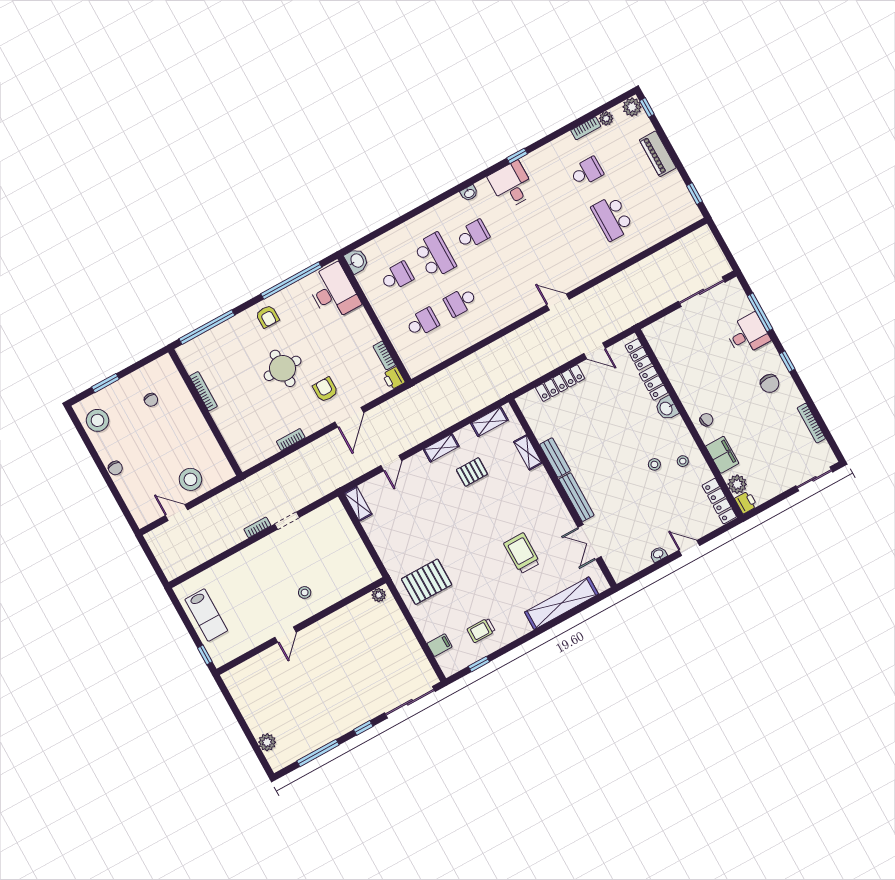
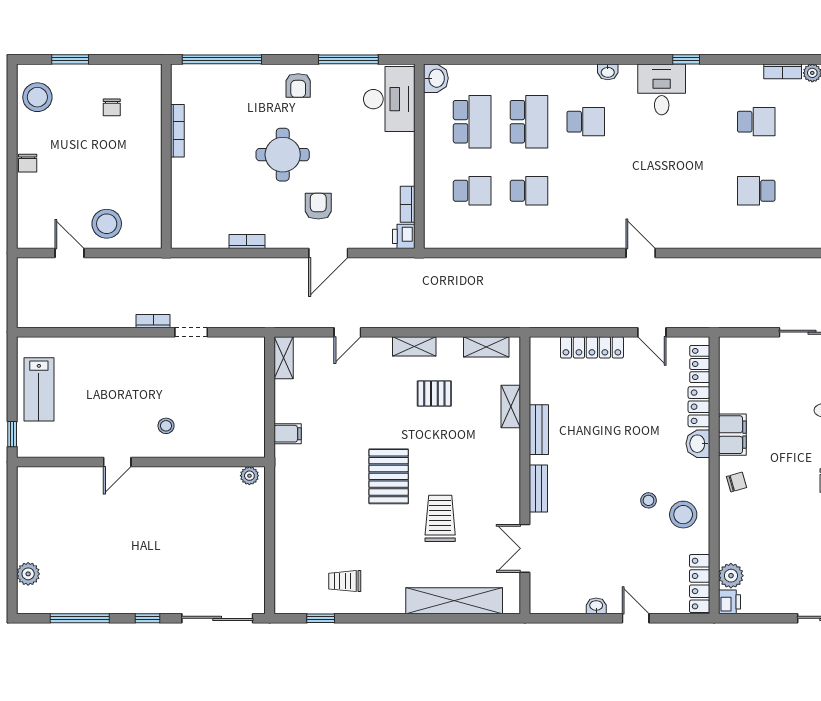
school desk: (612, 218) -> (756, 191), width x0.54
school desk: (397, 276) -> (472, 122), width x1.85
window: (291, 280) -> (348, 59), width x0.68
school desk: (460, 302) -> (529, 191), turned 180
filing cabinet: (722, 455) -> (732, 435), moved
stool: (683, 461) -> (683, 515), width x1.89, depth x1.89
bench: (576, 497) -> (538, 489), width x0.73
pallet: (427, 582) -> (389, 476), moved, turned 90
filing cabinet: (440, 645) -> (288, 434), moved

